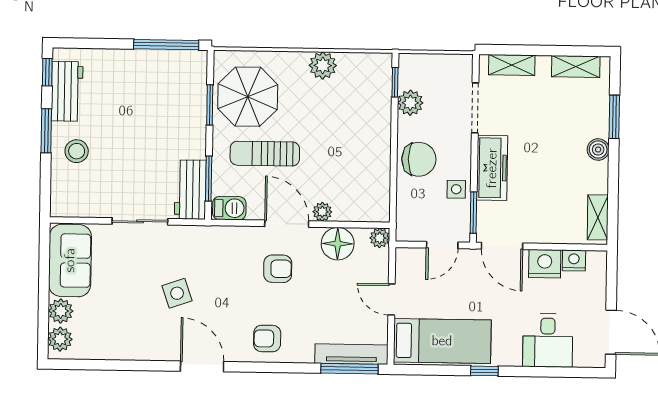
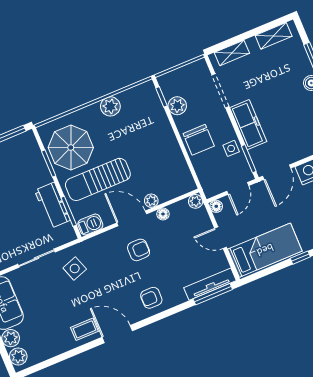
sun lounger: (265, 154) -> (98, 179), width x1.36, depth x1.34
chair: (419, 159) -> (199, 140), turned 90
workbench: (190, 190) -> (52, 205), moved
floor lamp: (338, 244) -> (163, 214), width x0.53, depth x0.53
door: (502, 246) -> (277, 172), hinge flipped
floor lamp: (404, 256) -> (216, 206), added
side table: (177, 293) -> (75, 268), moved
coffee table: (162, 341) -> (84, 329), added

